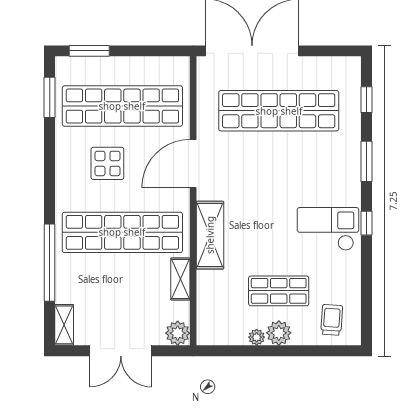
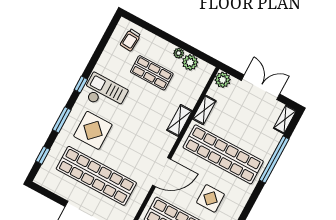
display table: (317, 170) -> (93, 130), added
checkout: (328, 229) -> (105, 93), turned 180
shelving: (210, 235) -> (179, 120), width x0.67, depth x0.75
plant: (279, 333) -> (190, 62), moved

